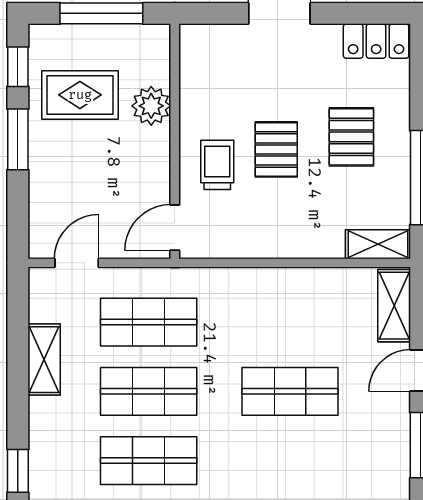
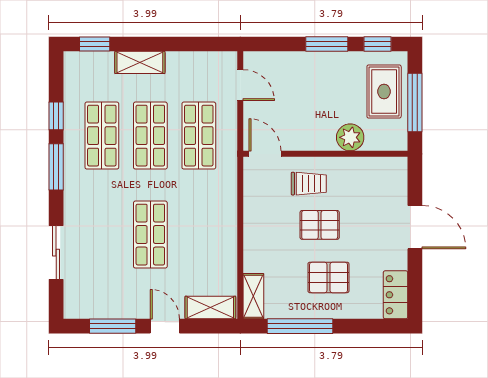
rug: (80, 95) -> (384, 91), moved
shelving: (44, 360) -> (140, 62), moved

